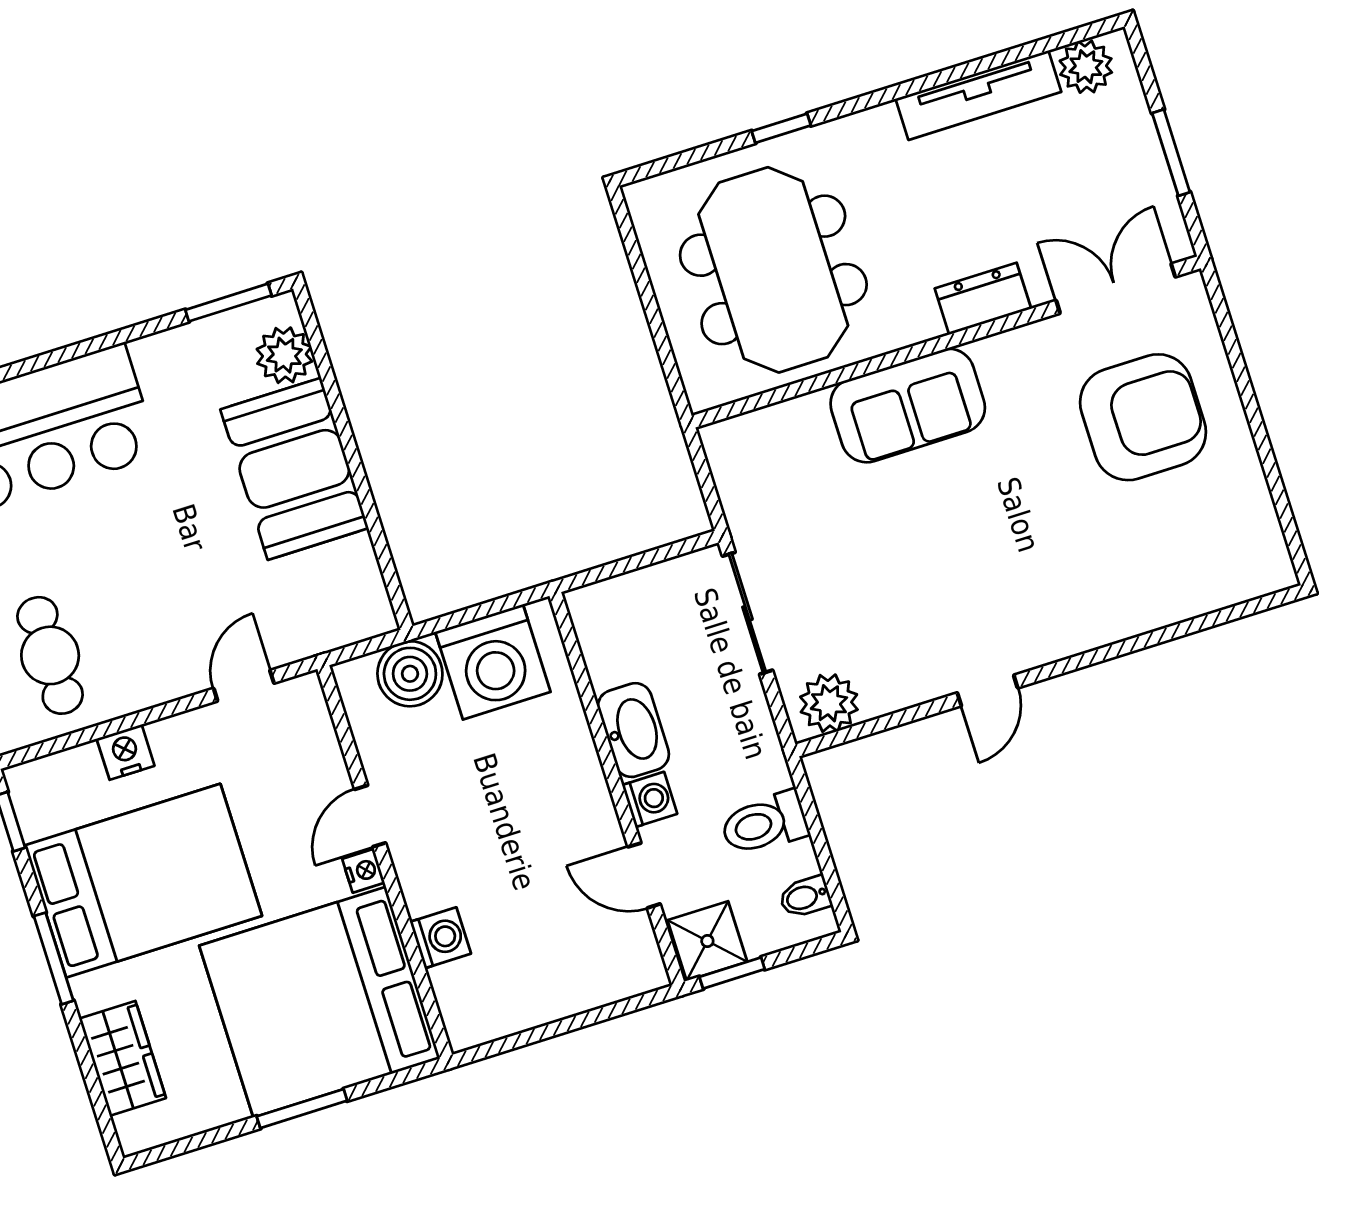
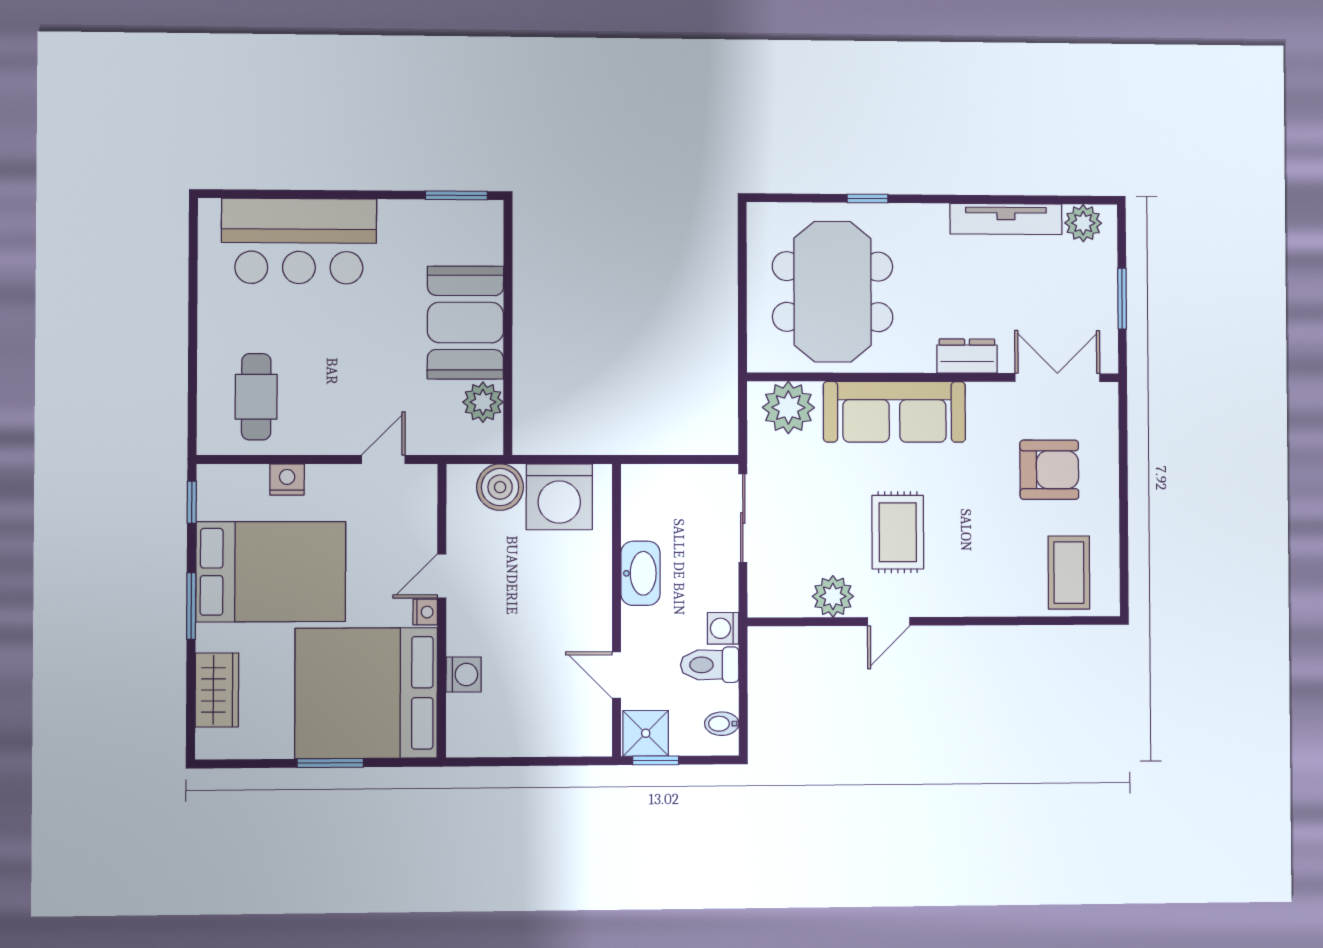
plant: (284, 355) -> (483, 402), moved
sofa: (908, 406) -> (894, 412), width x1.36
armchair: (1143, 417) -> (1049, 470), width x0.73, depth x0.73
plant: (762, 445) -> (788, 408), added
coffee table: (1213, 548) -> (1069, 573), added
rug: (963, 567) -> (898, 532), added
plant: (829, 703) -> (833, 596), moved
washing machine: (650, 799) -> (723, 628), moved, turned 180

